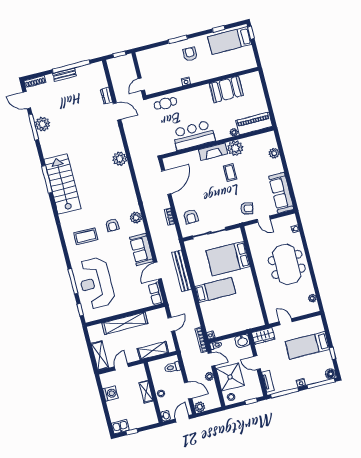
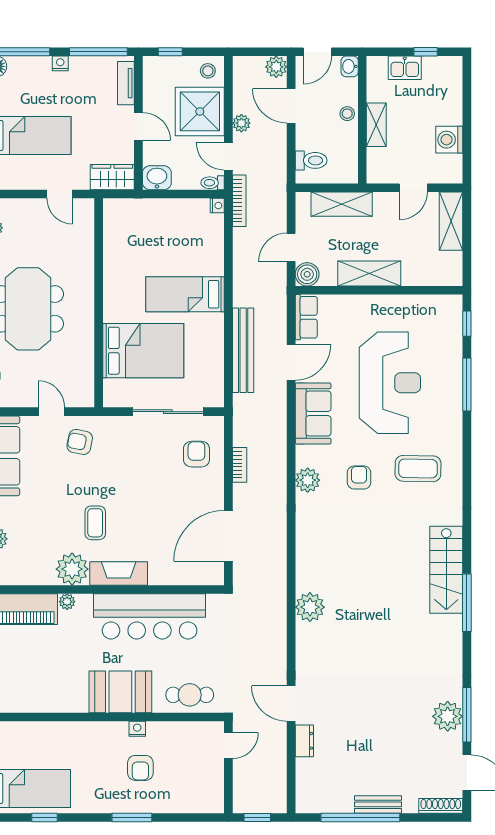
armchair: (190, 54) -> (140, 768), moved
booth: (226, 89) -> (120, 692), moved
bar counter: (194, 135) -> (150, 616), width x1.36
stairs: (63, 184) -> (446, 570), width x0.73, depth x0.66
reception desk: (96, 283) -> (390, 383), moved
boiler: (161, 314) -> (307, 274), added
shelving: (125, 323) -> (369, 274), width x0.68
kitchen sink: (120, 427) -> (405, 68), moved

